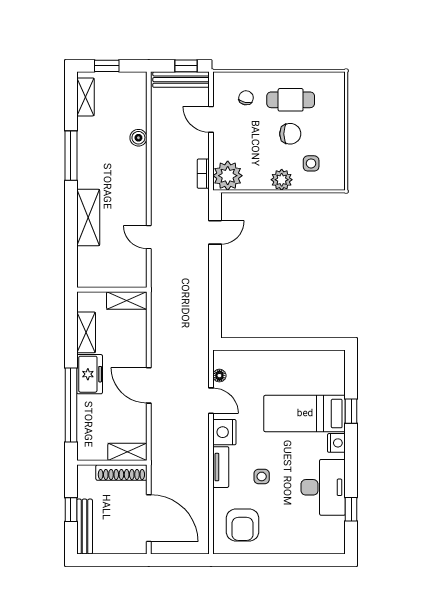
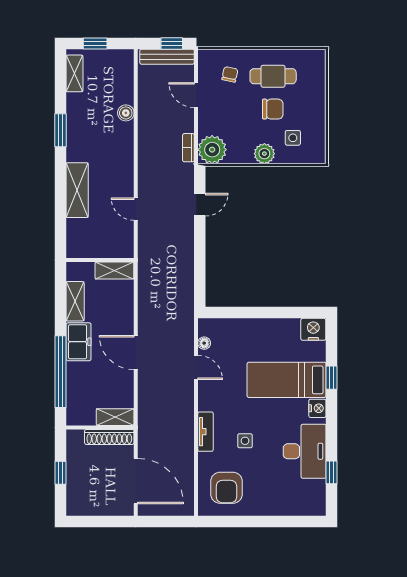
window: (71, 156) -> (61, 130), width x0.69
nightstand: (224, 432) -> (313, 329), moved, turned 90
bench: (85, 527) -> (74, 489), removed

